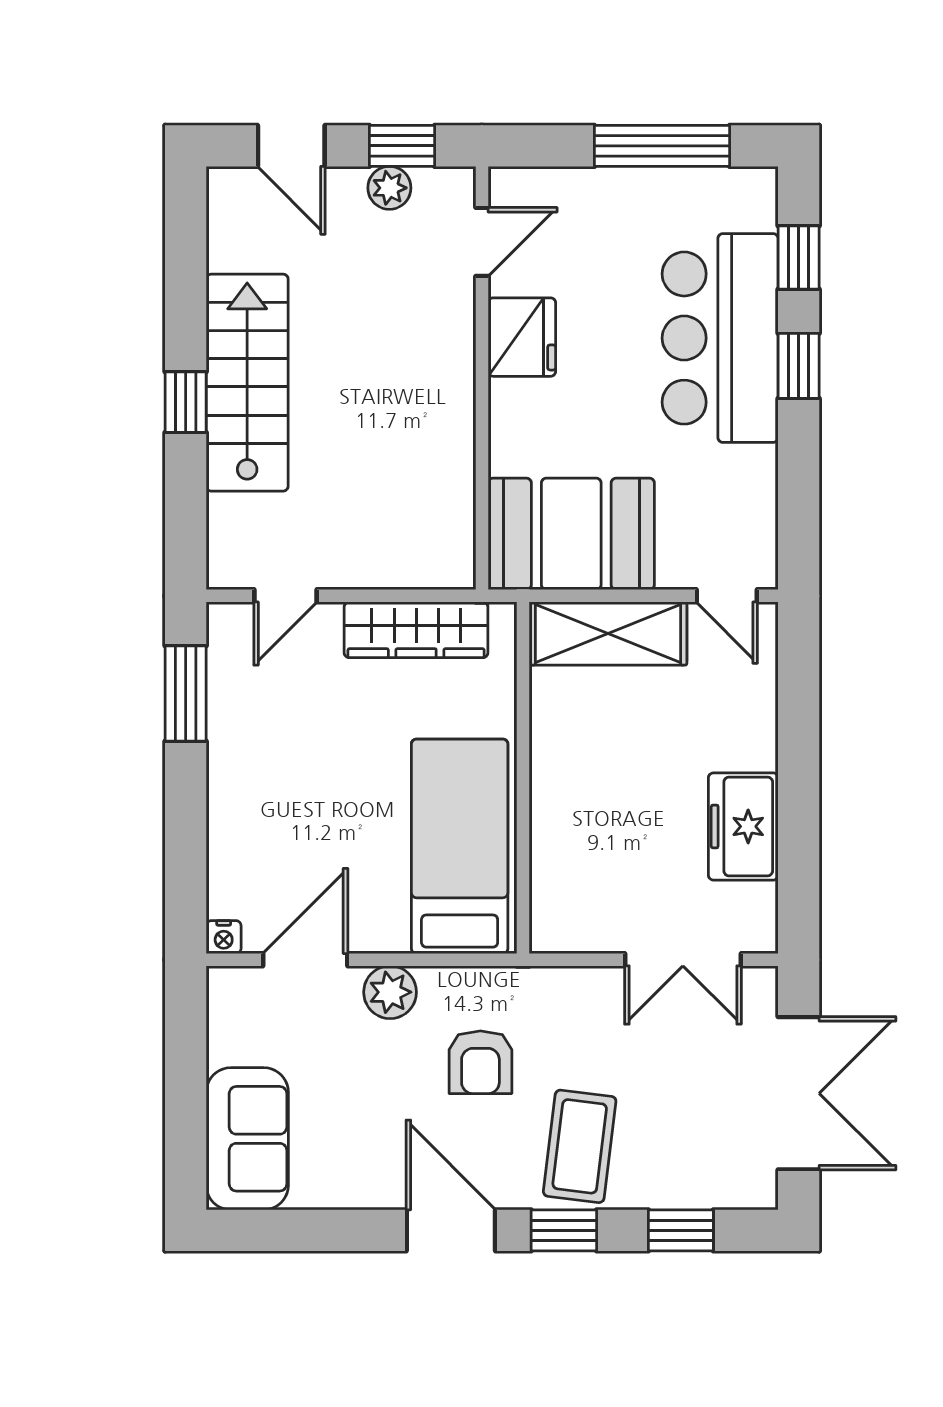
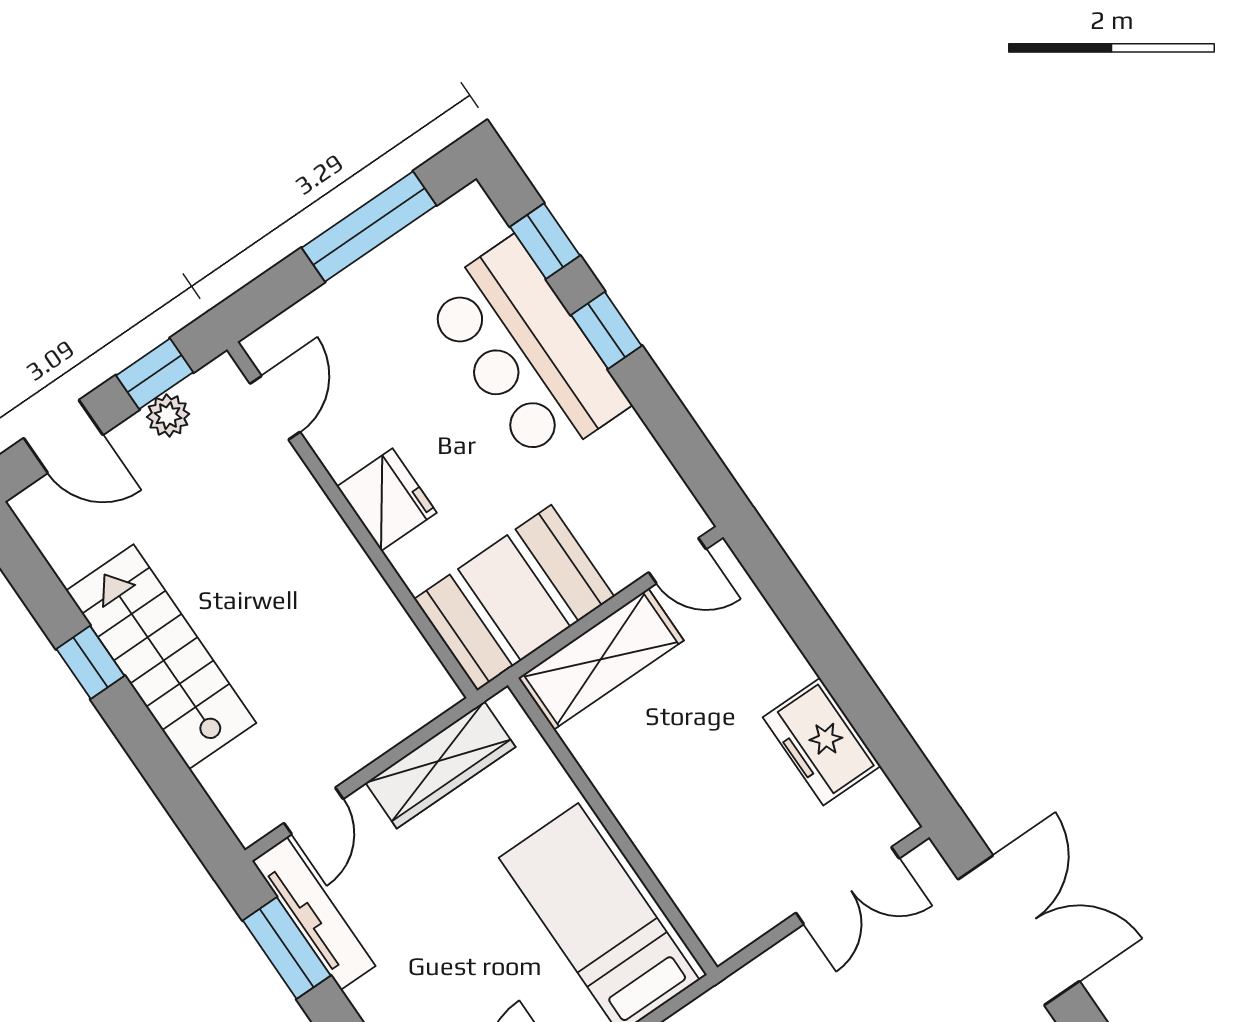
fridge: (522, 337) -> (387, 500), moved
window: (186, 402) -> (90, 662), moved
tv unit: (227, 680) -> (314, 913), added

